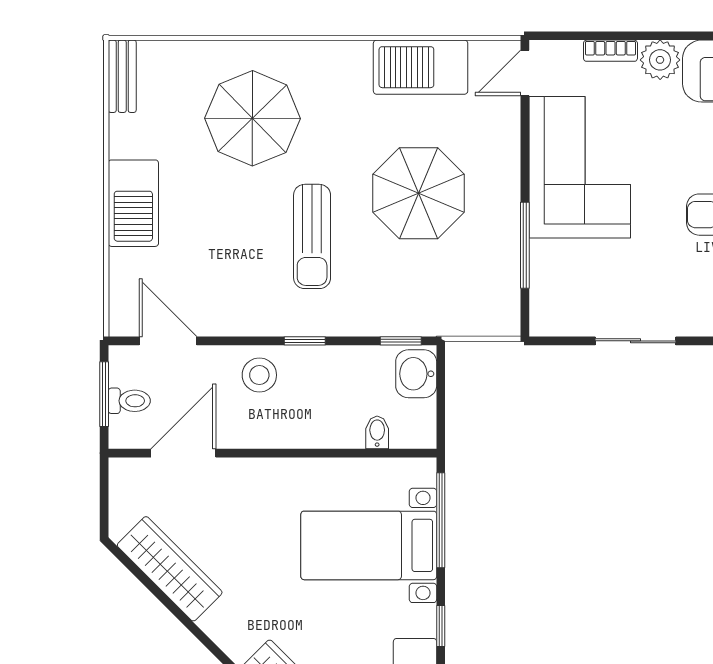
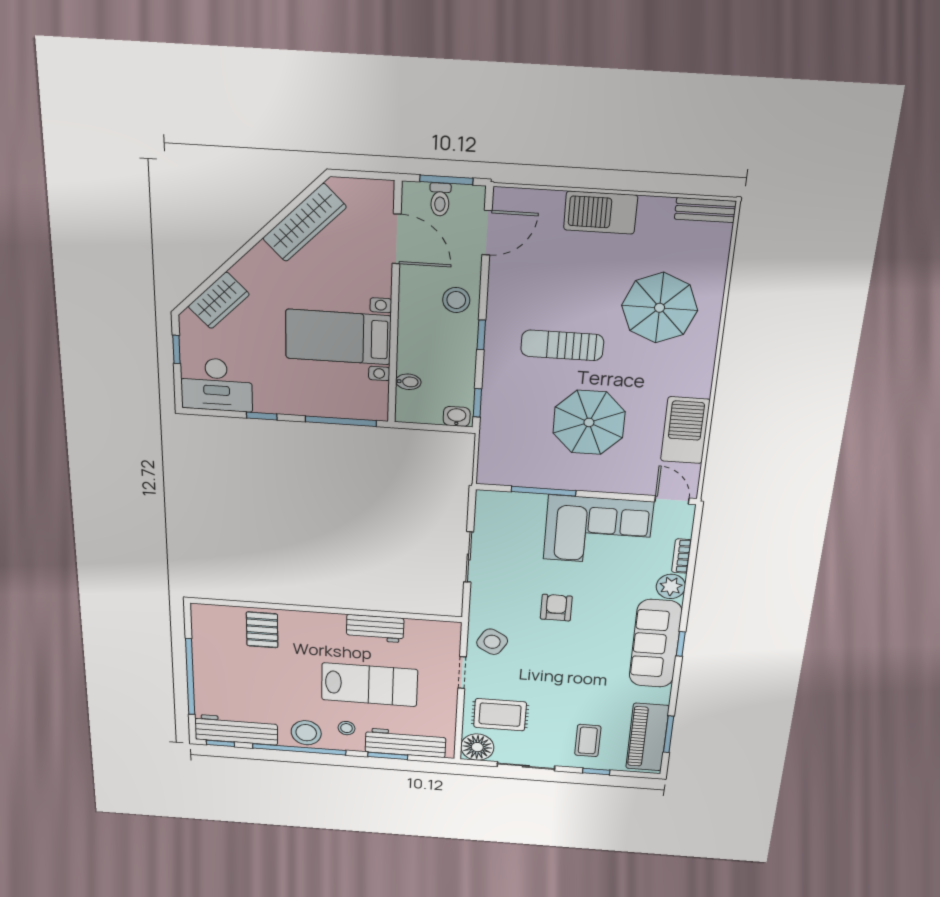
washbasin: (416, 374) -> (457, 416), width x0.72, depth x0.69
bed with nightstands: (369, 545) -> (338, 337), moved, turned -90

